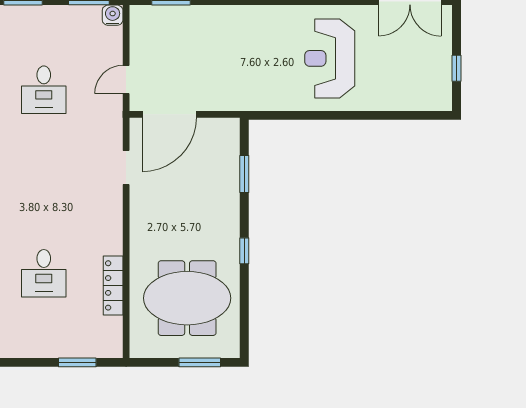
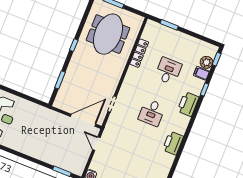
door: (126, 80) -> (96, 144), swing flipped
desk: (44, 90) -> (152, 112), moved, turned 180
meeting table: (187, 298) -> (108, 34), turned 90

